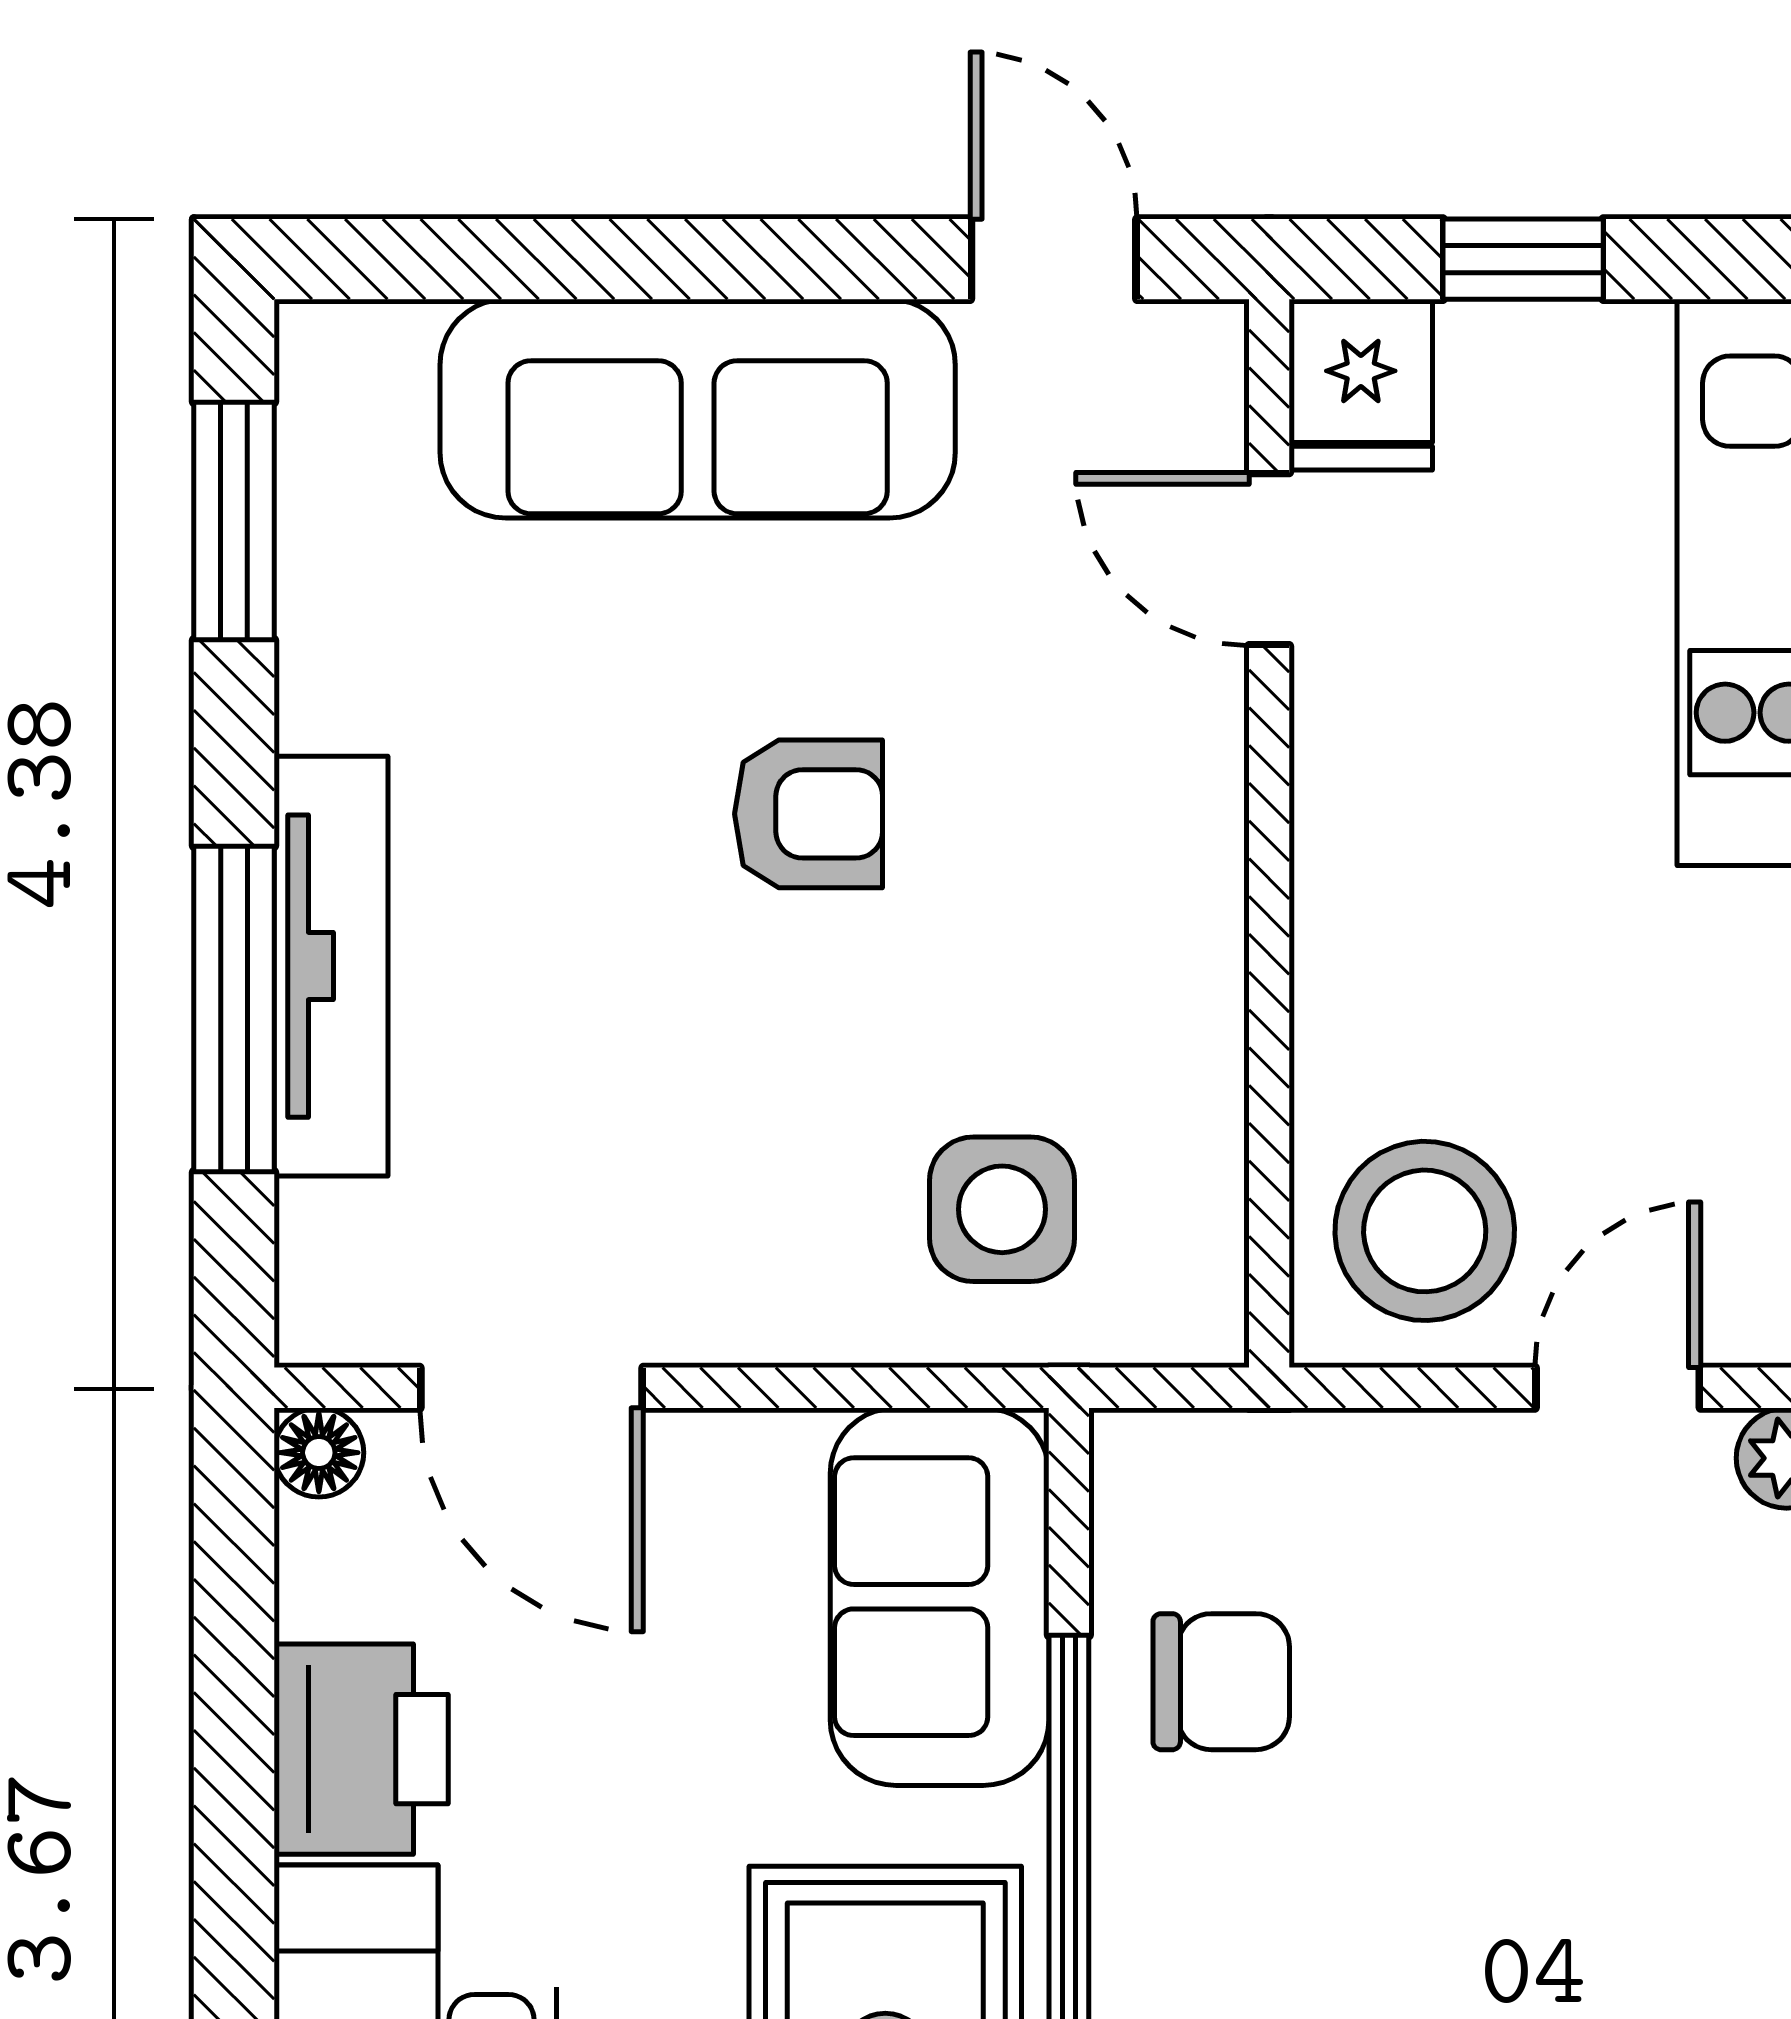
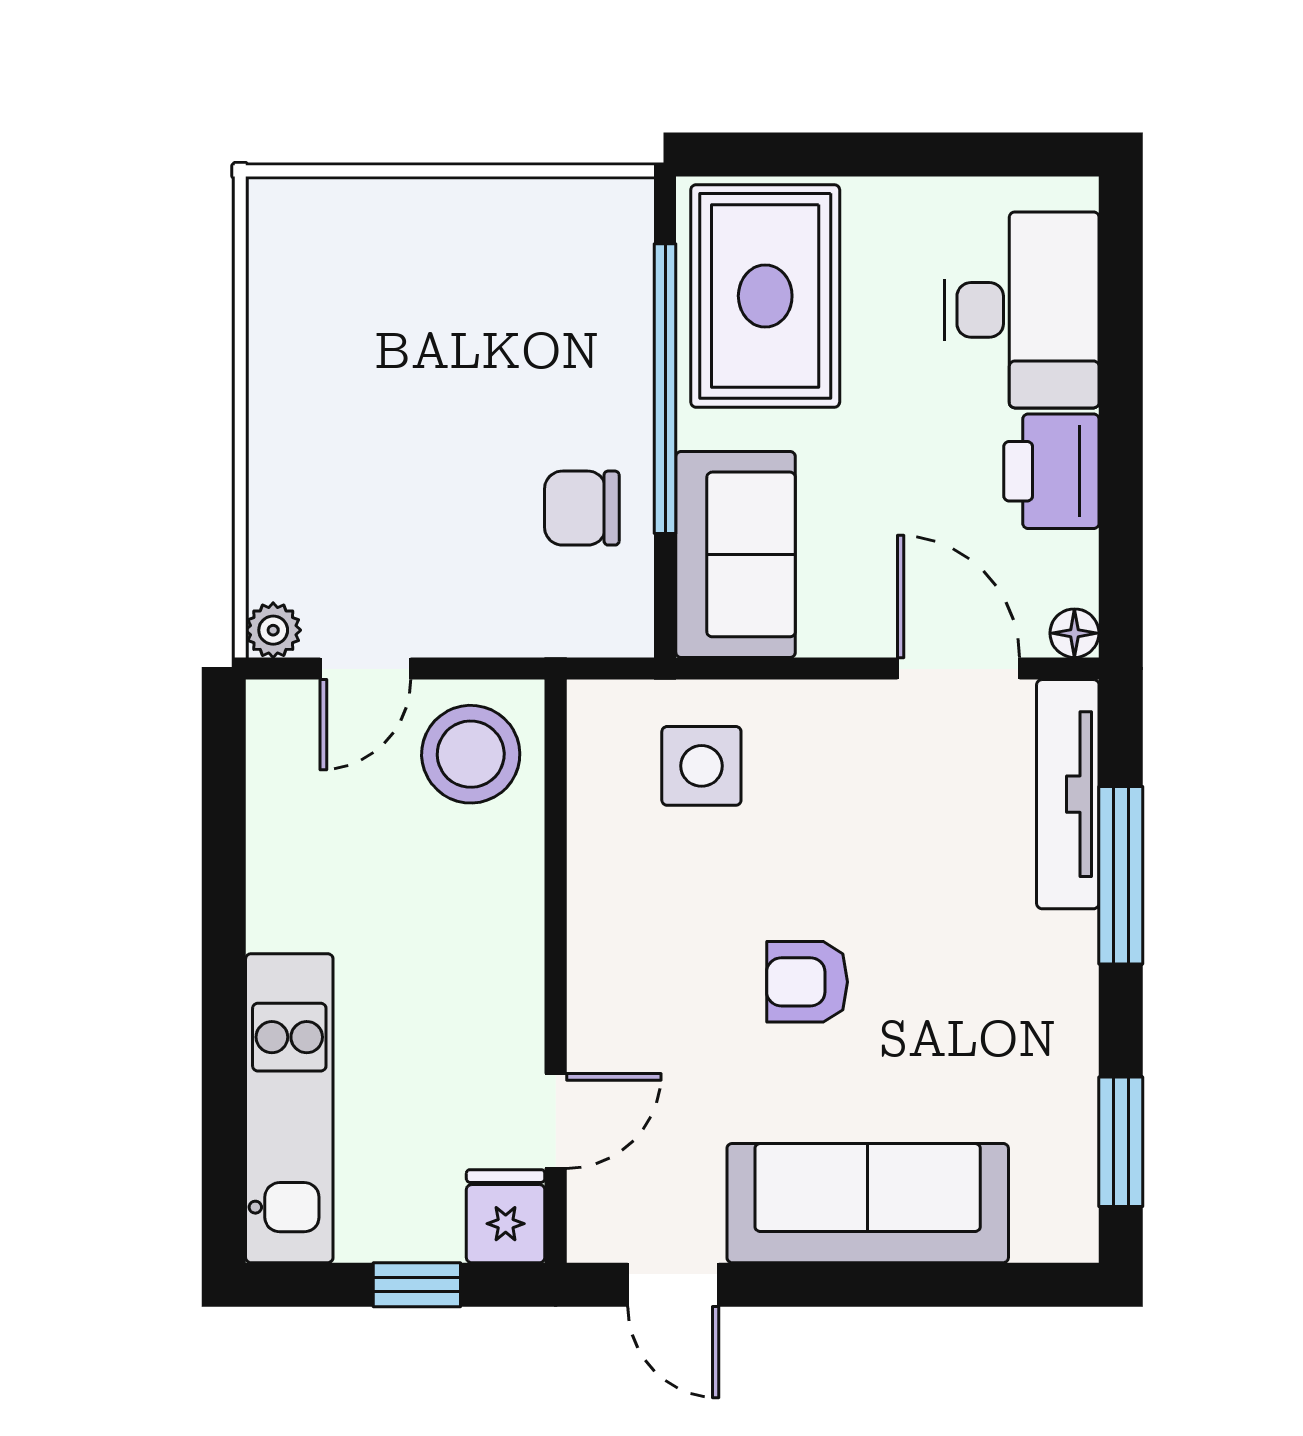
door: (1269, 559) -> (556, 1121), hinge flipped
tv unit: (331, 966) -> (1068, 794), moved

